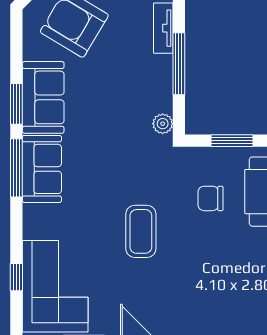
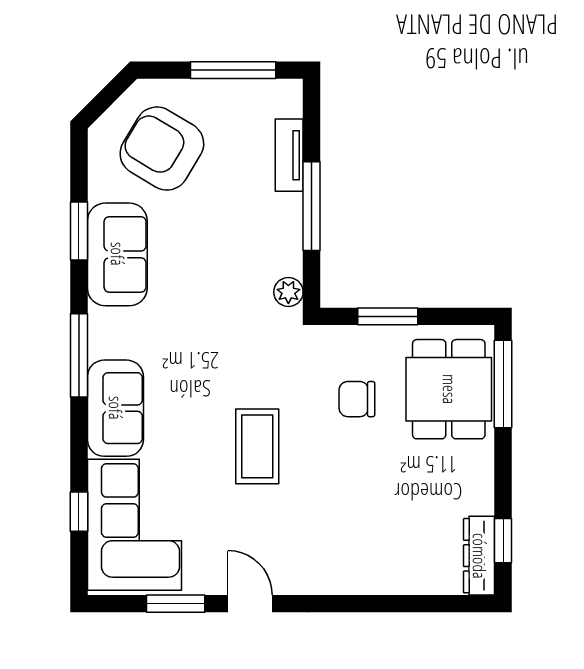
window: (16, 104) -> (79, 231), moved
sofa: (42, 169) -> (115, 408), moved

